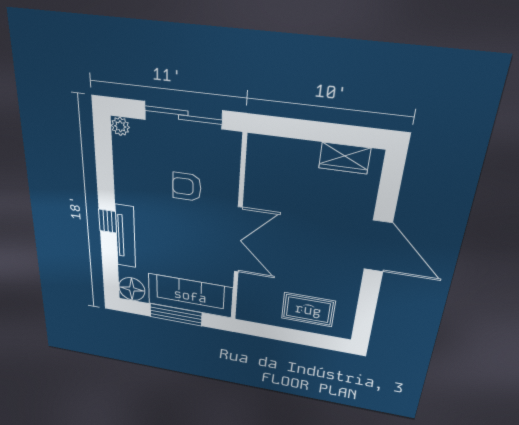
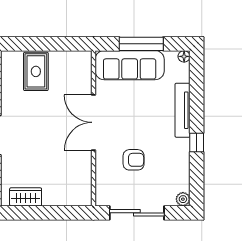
window: (108, 221) -> (197, 143), moved
floor lamp: (132, 289) -> (184, 56), width x0.53, depth x0.53
rug: (308, 310) -> (36, 71), turned 90

